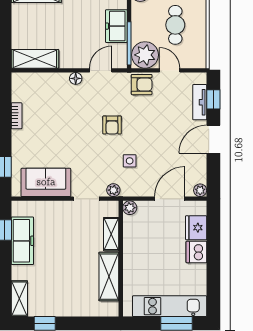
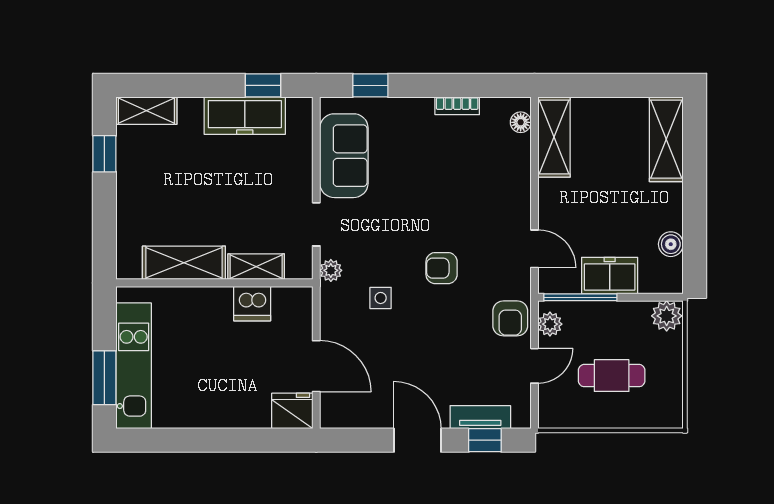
plant: (145, 55) -> (550, 324), width x0.53, depth x0.53
floor lamp: (76, 78) -> (521, 122), moved
plant: (200, 190) -> (331, 418), removed
plant: (130, 208) -> (301, 298), removed
fridge: (196, 228) -> (292, 411), moved
dishwasher: (196, 252) -> (252, 304), moved, turned 180

